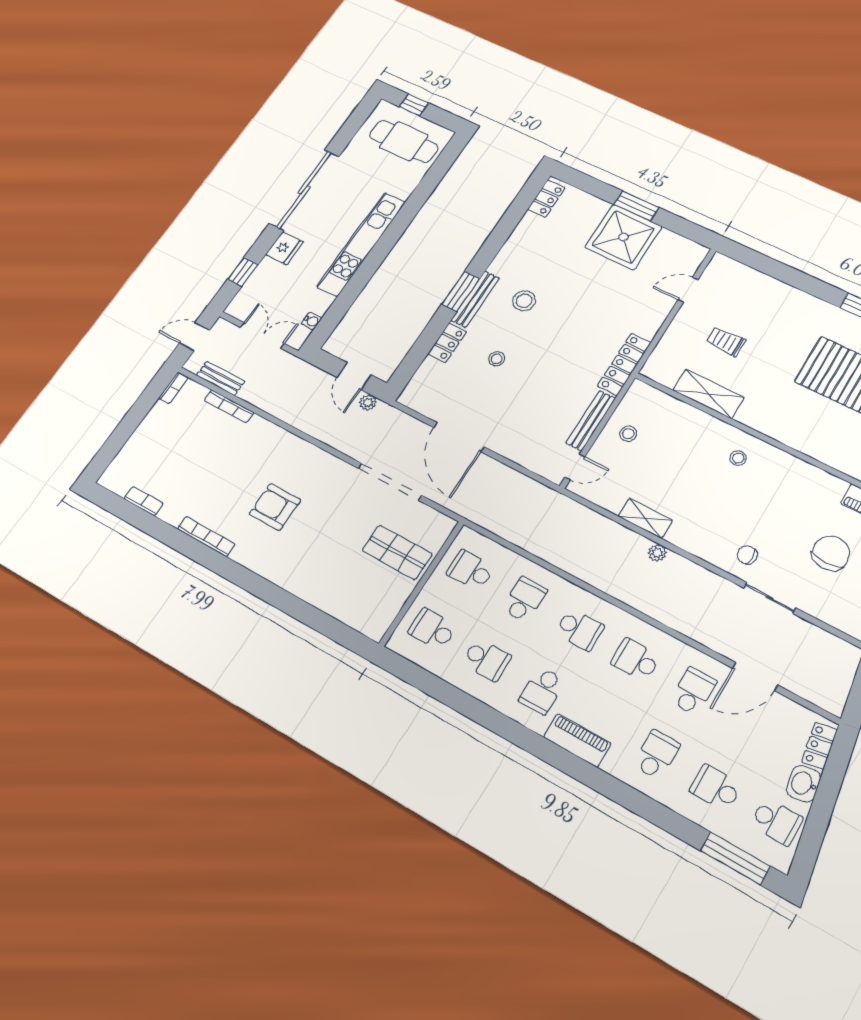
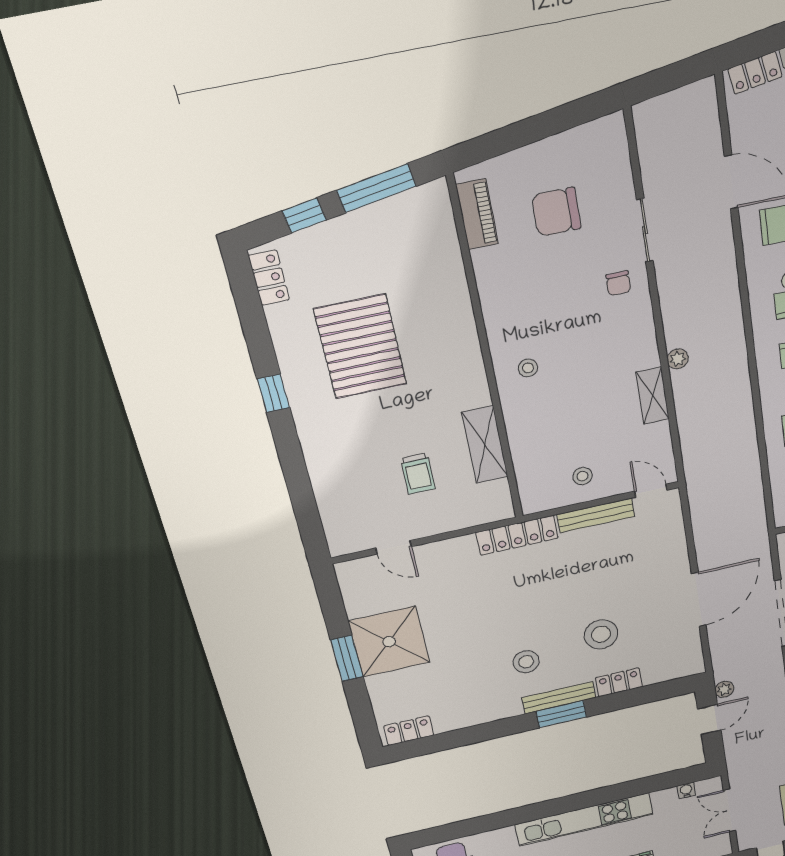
stool: (497, 359) -> (601, 634), width x1.89, depth x1.89

